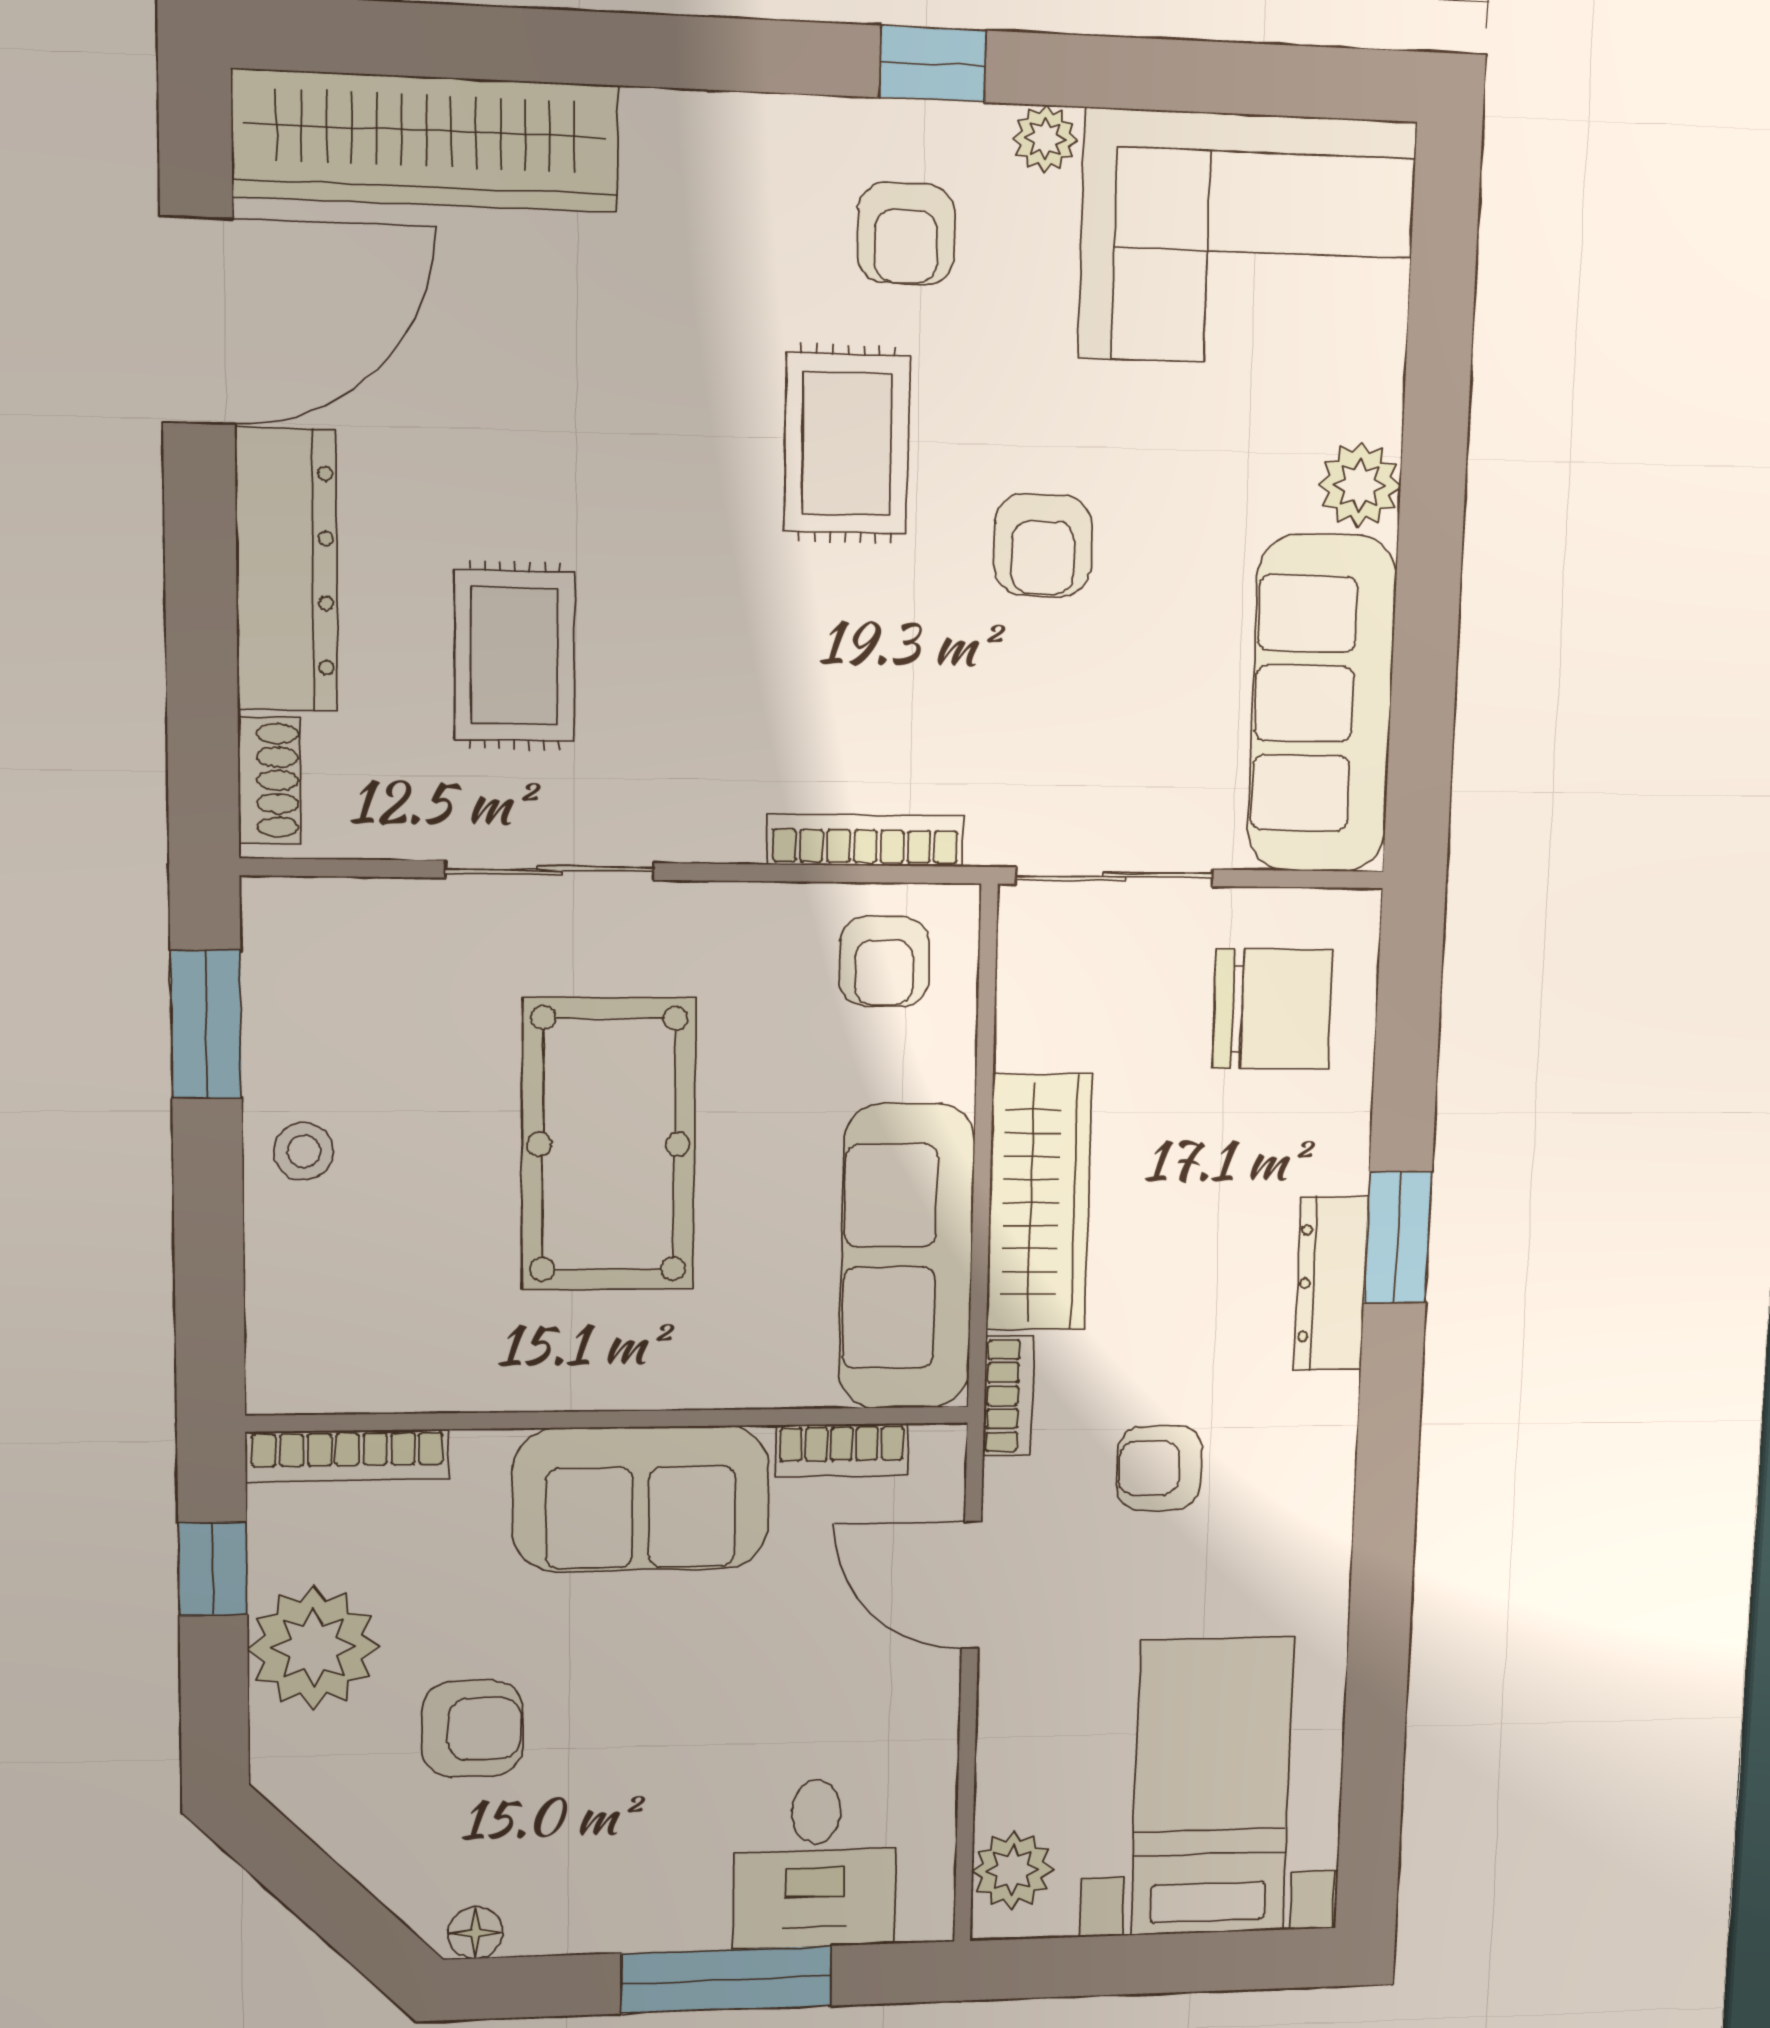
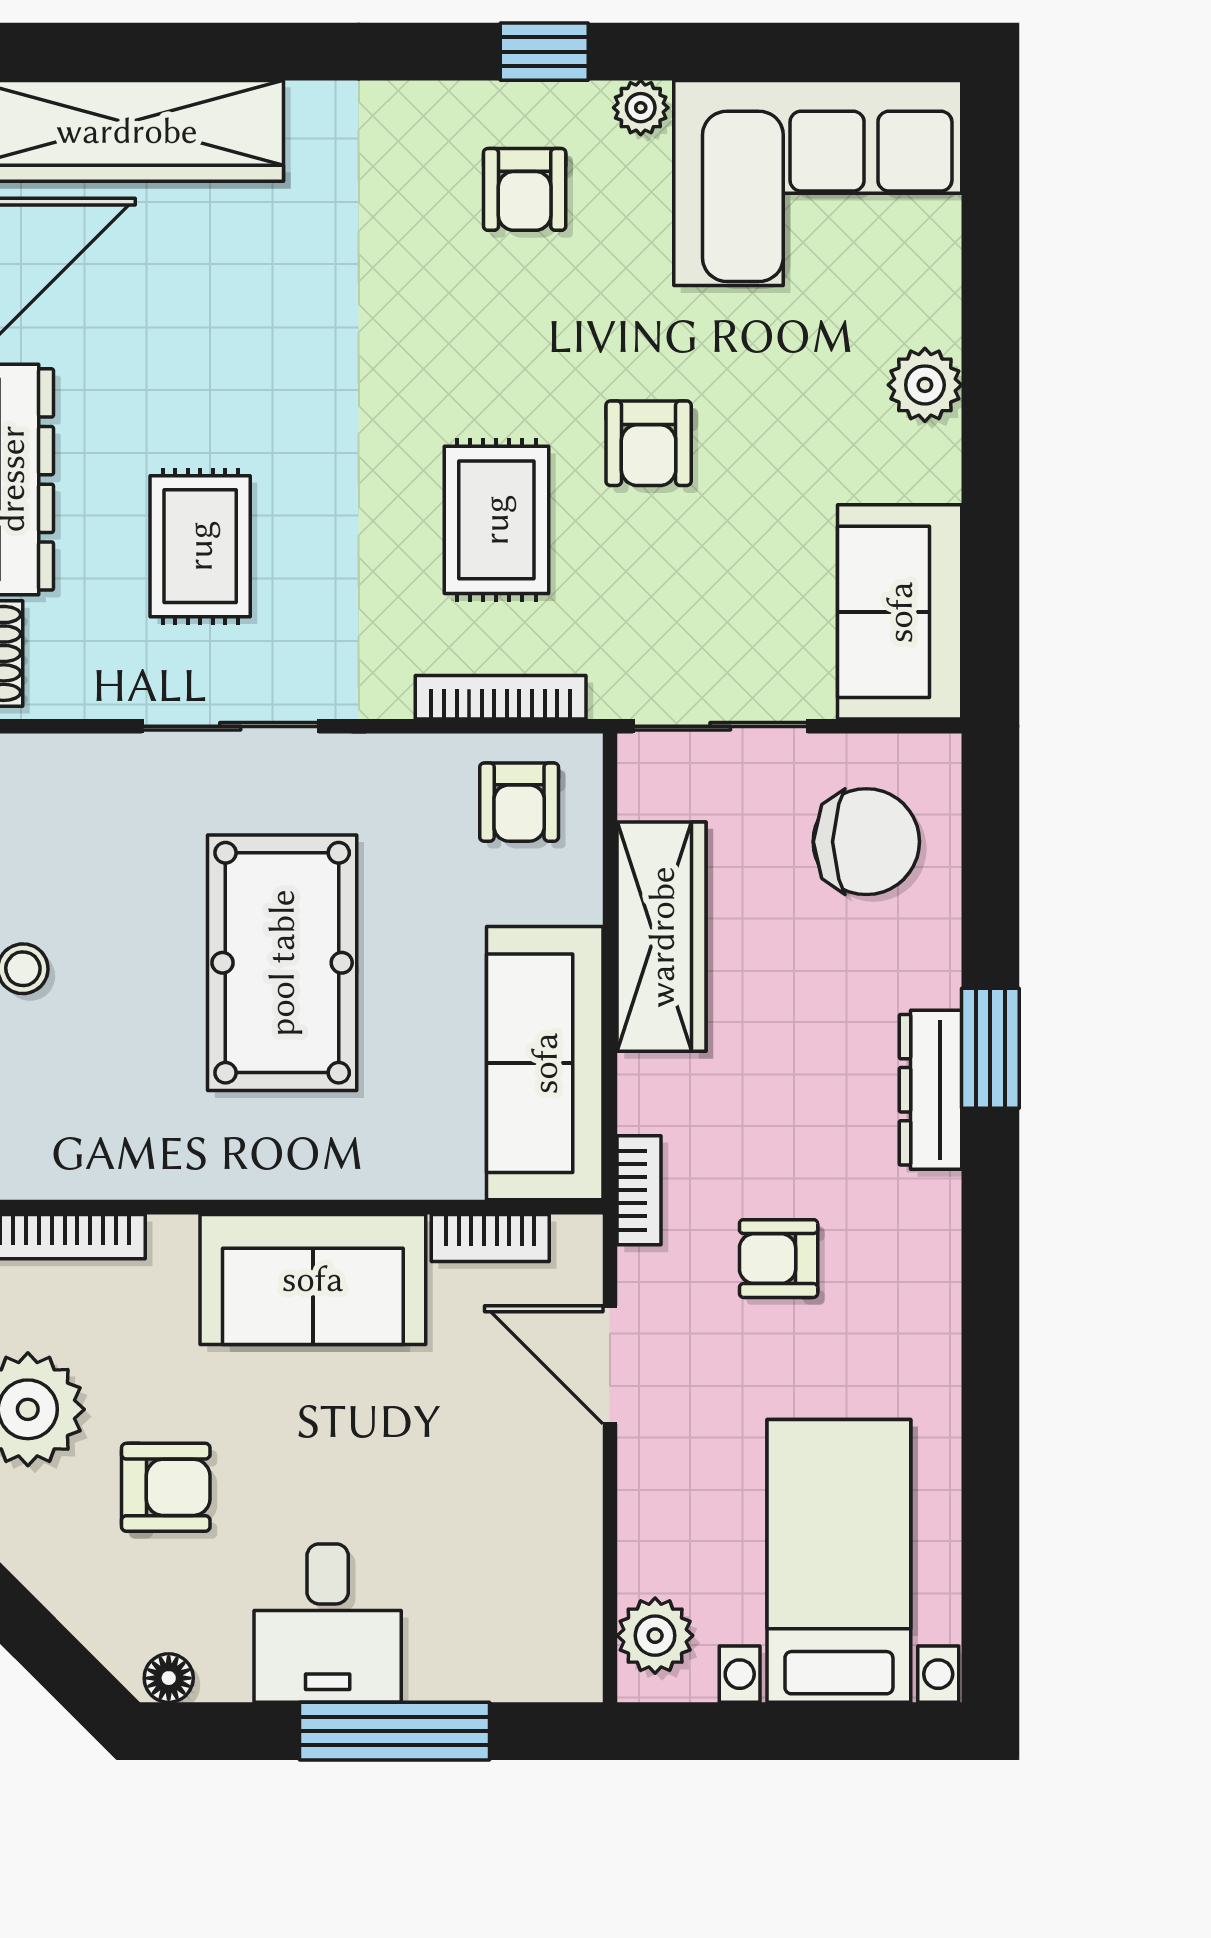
rug: (847, 444) -> (496, 520), moved
sofa: (1322, 704) -> (900, 612), width x0.73
wardrobe: (1039, 1202) -> (662, 937), moved
desk: (815, 1864) -> (328, 1623), moved

